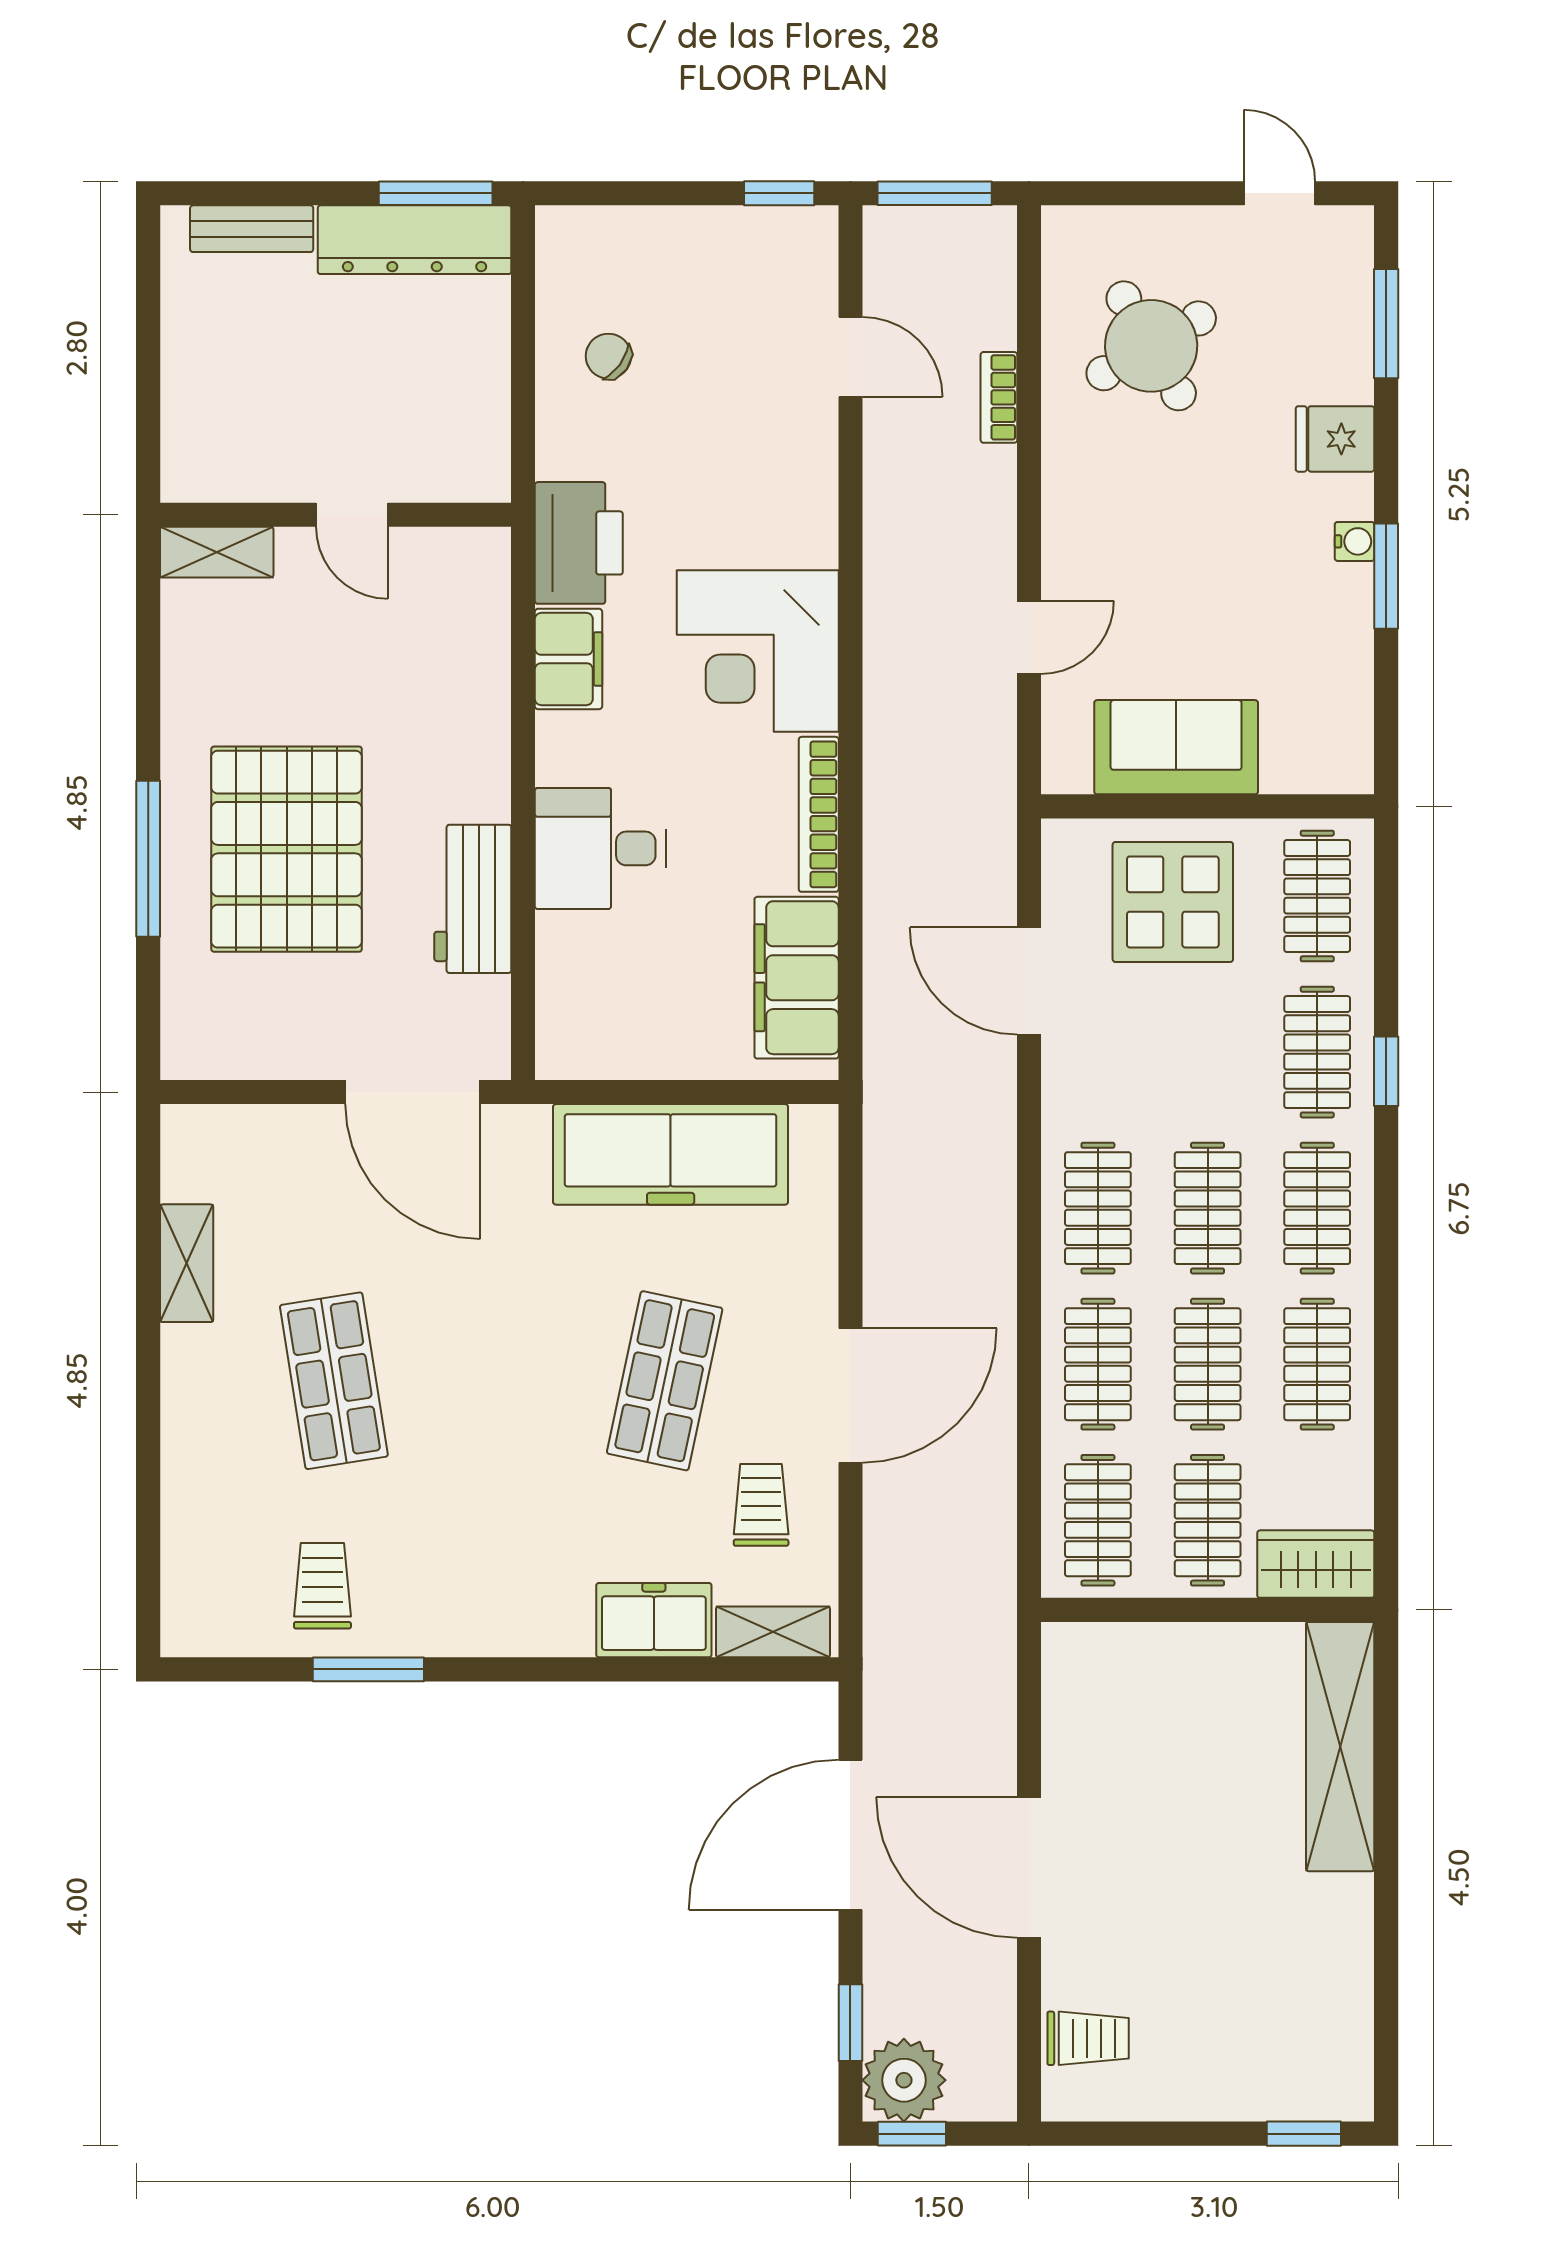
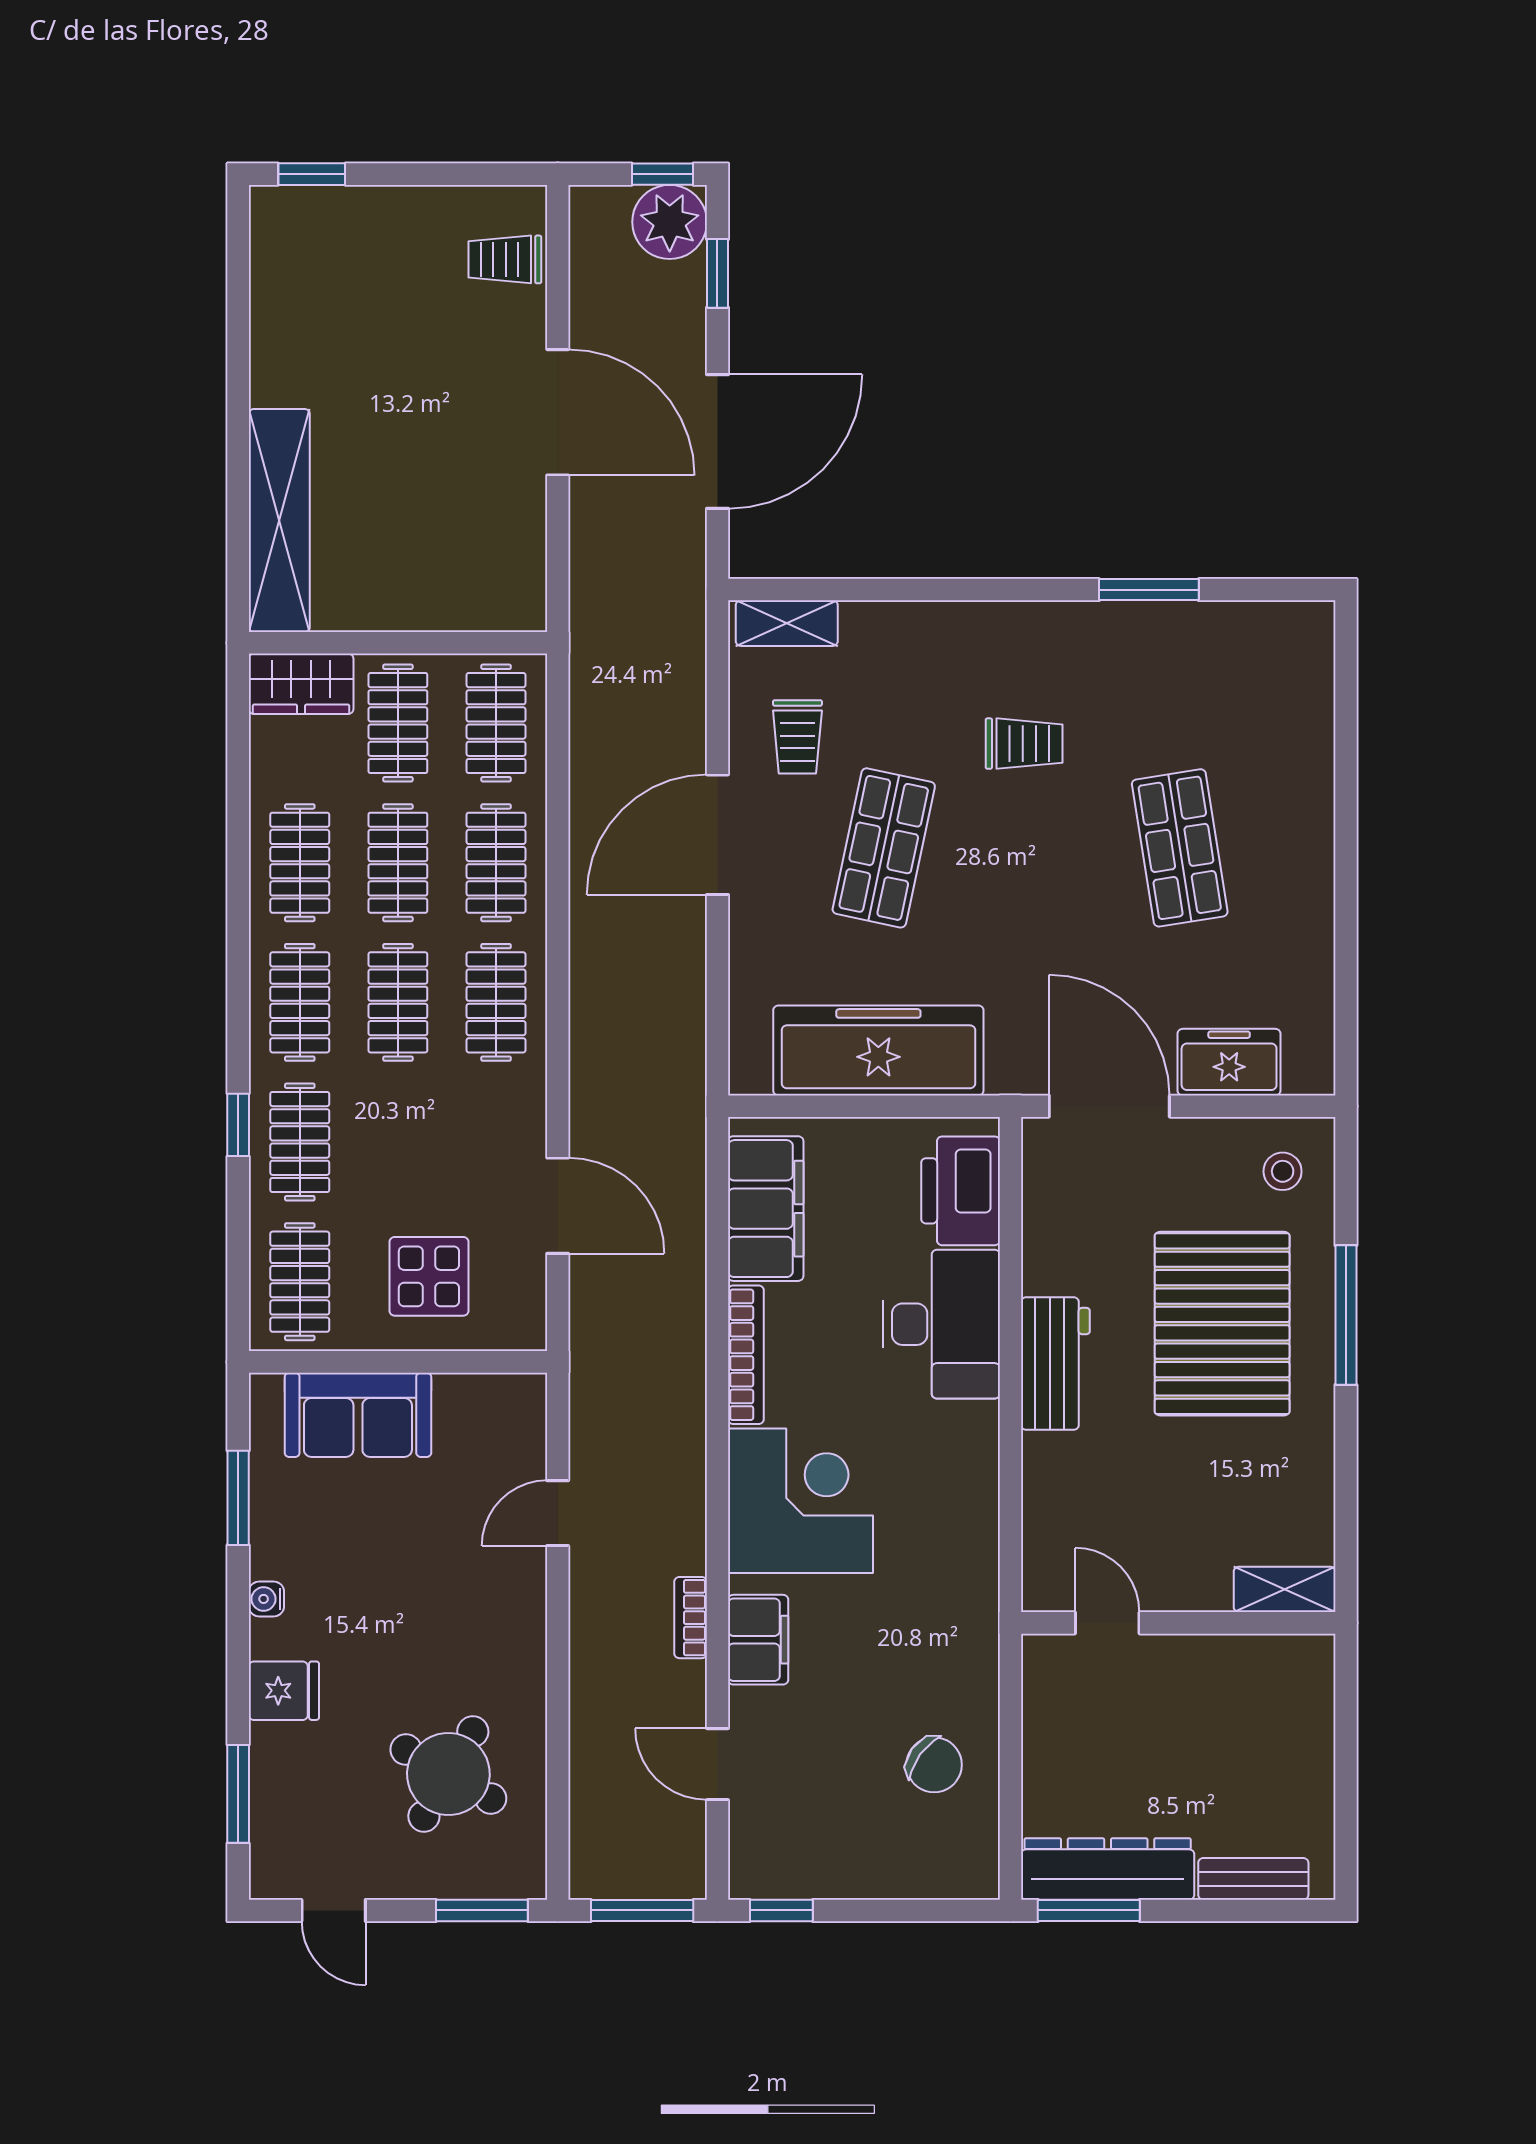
window: (1114, 193) -> (482, 1910), added
round table: (1151, 346) -> (448, 1774), turned -30
chair: (608, 356) -> (934, 1765), width x1.37, depth x1.37
bookcase: (999, 397) -> (691, 1618), moved, turned 180
door: (352, 515) -> (1107, 1623), moved
printer: (579, 543) -> (961, 1191), moved
window: (1386, 576) -> (238, 1498), moved
filing cabinet: (569, 659) -> (758, 1640), moved, turned 180
sofa: (1176, 747) -> (358, 1415), moved
desk: (600, 848) -> (941, 1324), width x1.37
workbench: (473, 899) -> (1055, 1364), moved
display table: (1173, 902) -> (429, 1276), width x0.73, depth x0.73
stool: (219, 1019) -> (1283, 1171), added
shelving: (187, 1263) -> (1312, 953), removed
trolley: (322, 1586) -> (1024, 744), moved, turned -90
freezer: (654, 1620) -> (1229, 1062), moved, turned 180

